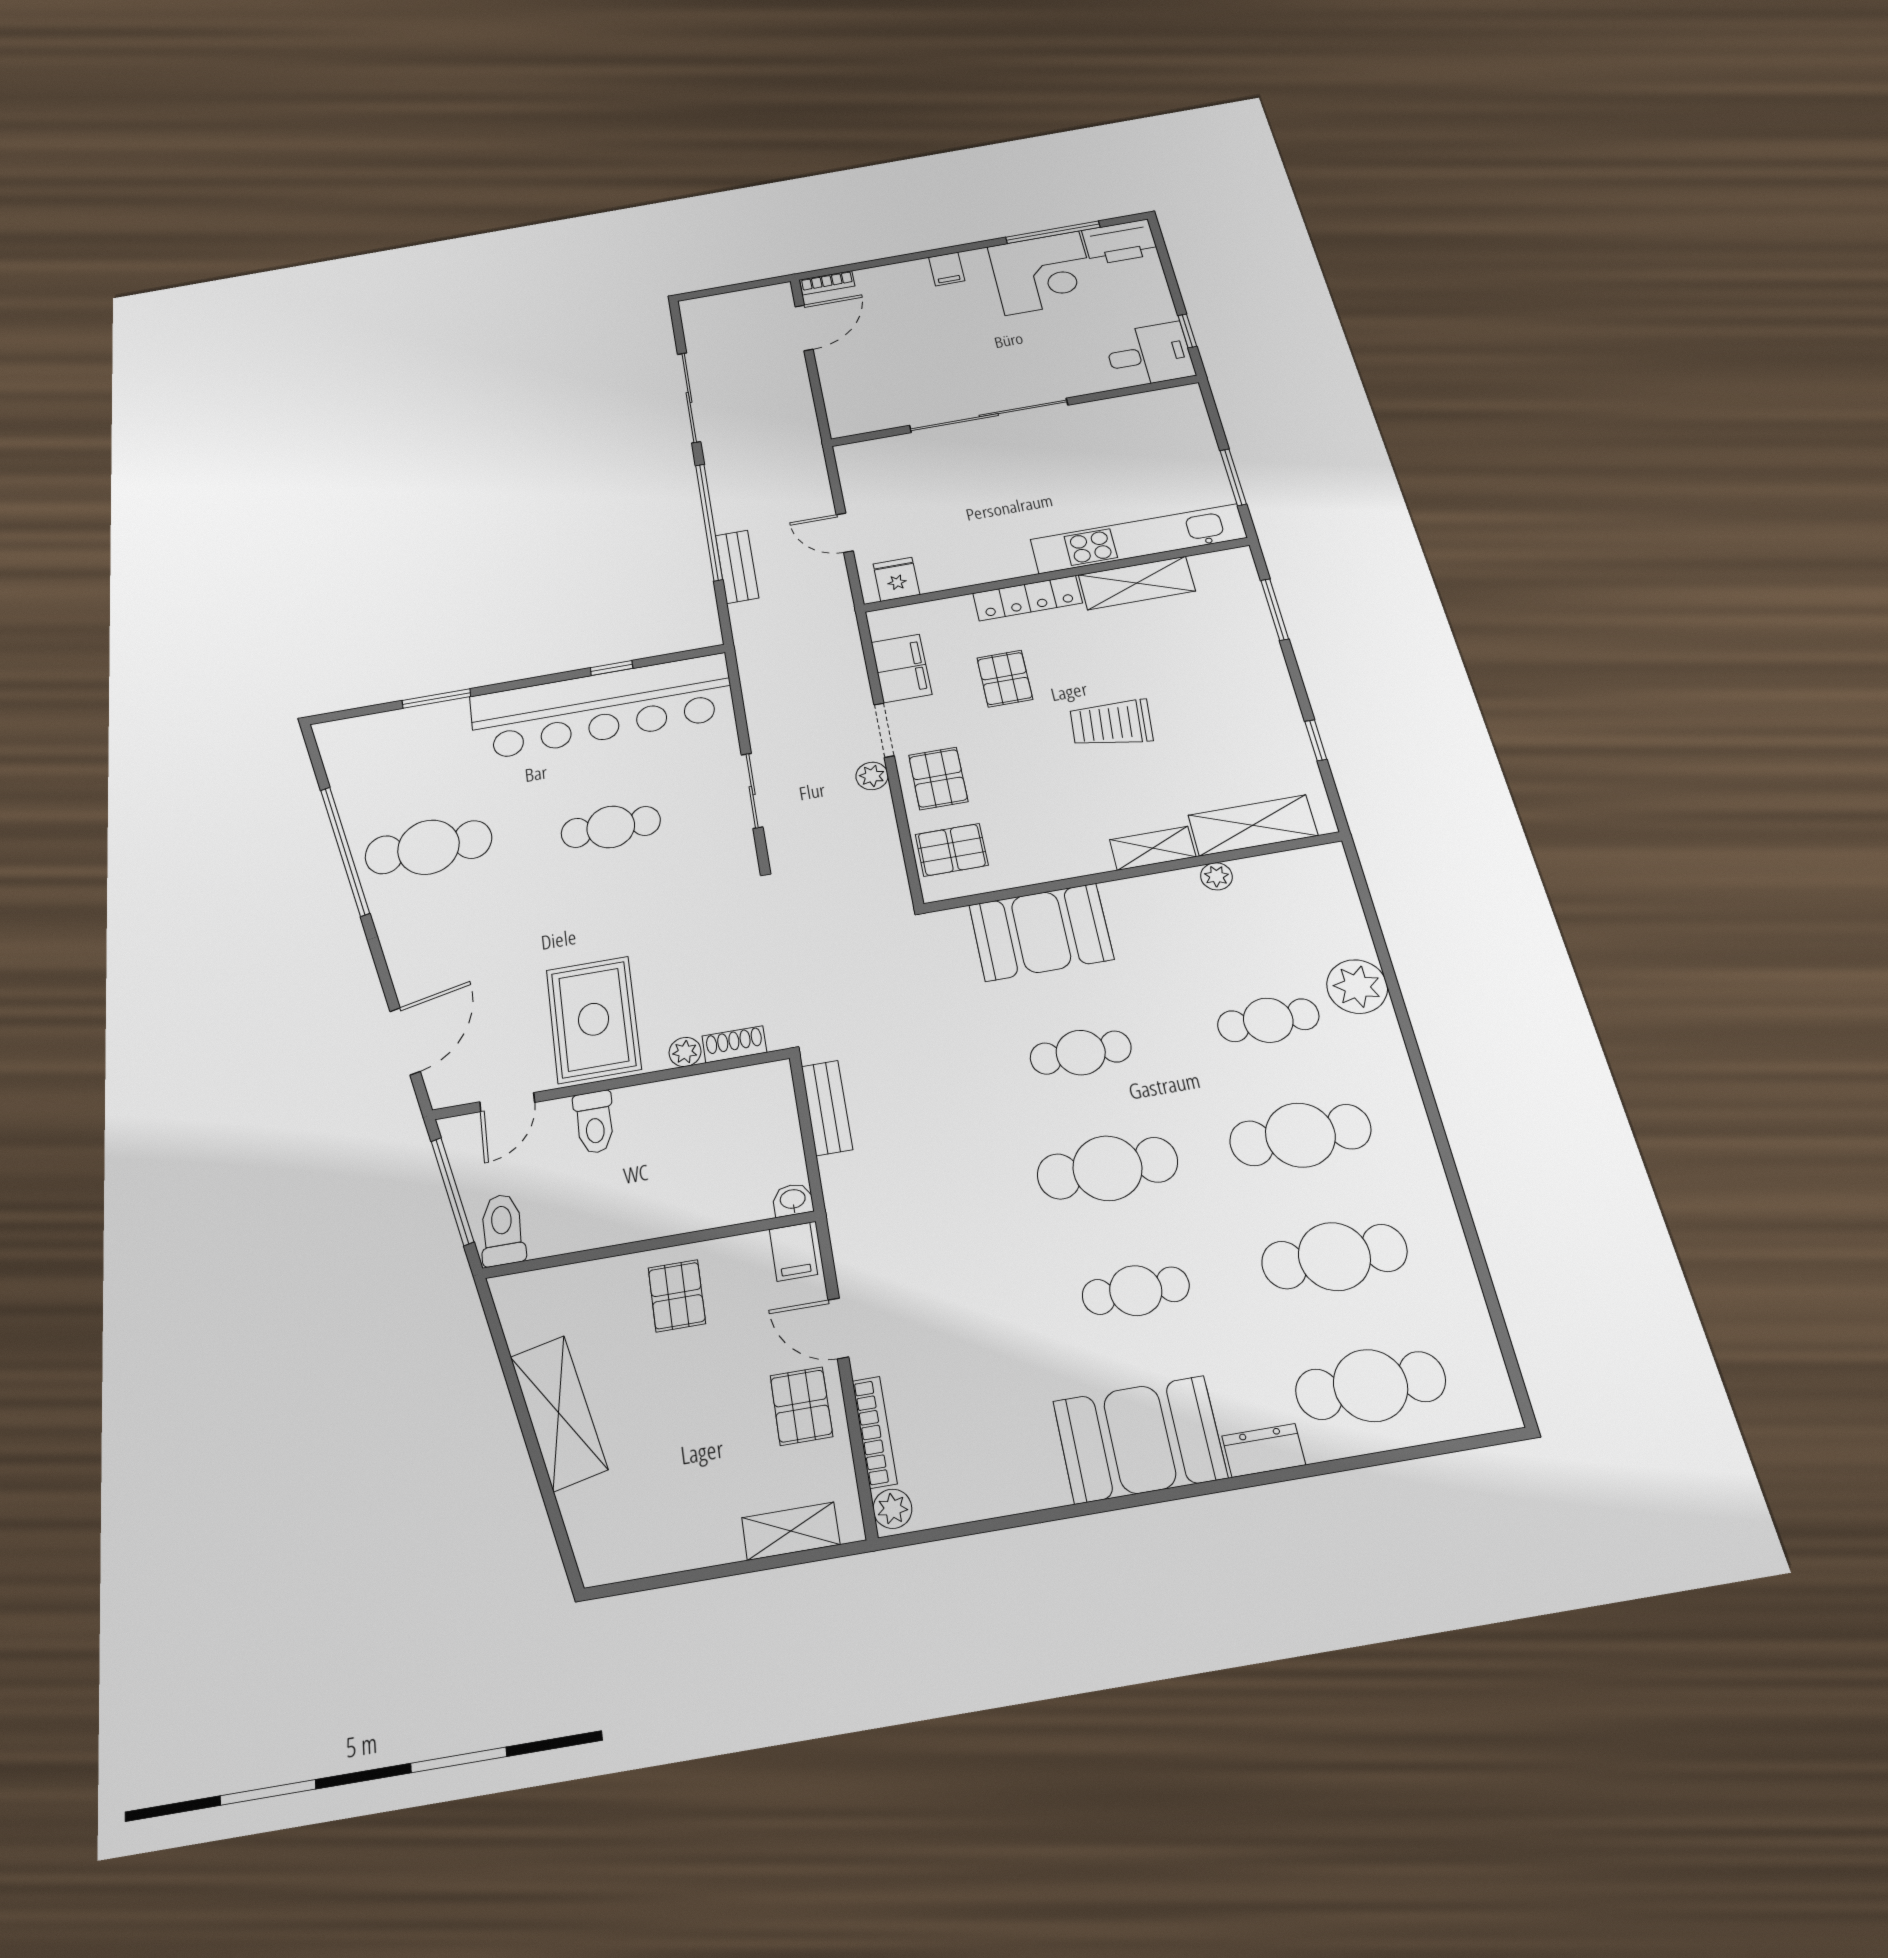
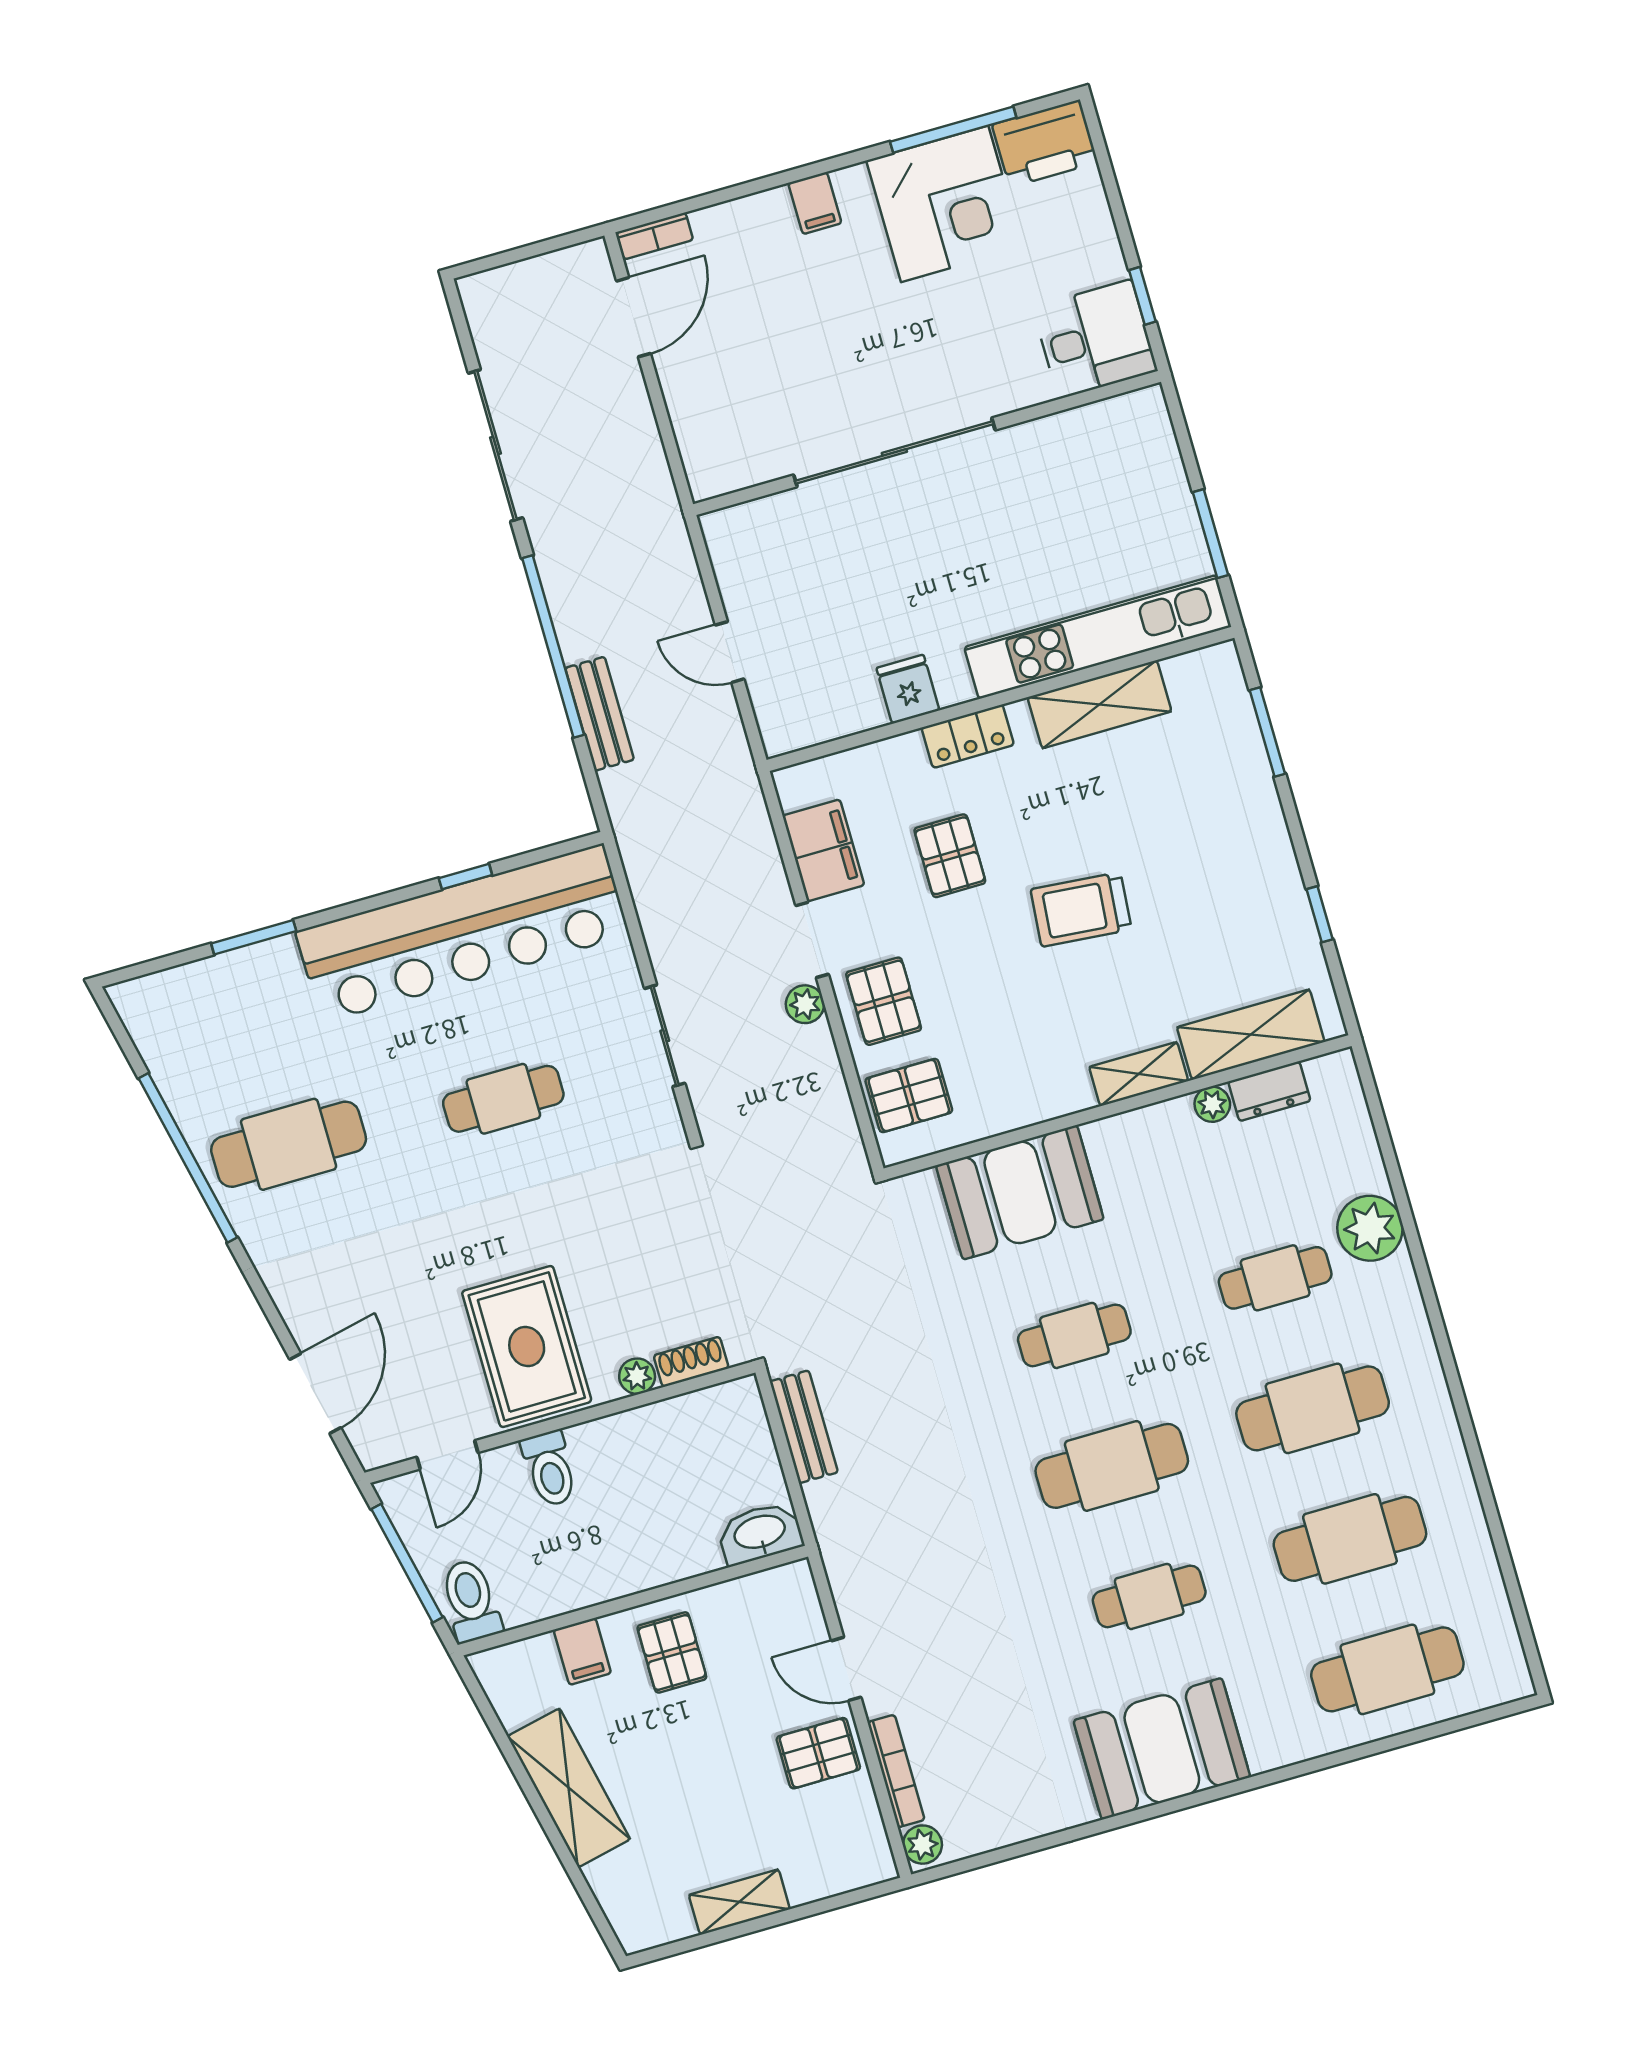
fridge: (896, 579) -> (908, 689), moved
locker: (1028, 598) -> (968, 736), width x0.66
washbasin: (793, 1200) -> (760, 1533), width x1.91, depth x1.45
filing cabinet: (793, 1252) -> (582, 1651), moved
pallet: (801, 1406) -> (818, 1753), turned 90
dresser: (1264, 1450) -> (1269, 1091), moved, turned 180
shelving: (791, 1531) -> (739, 1902), moved

